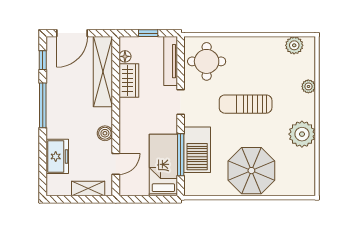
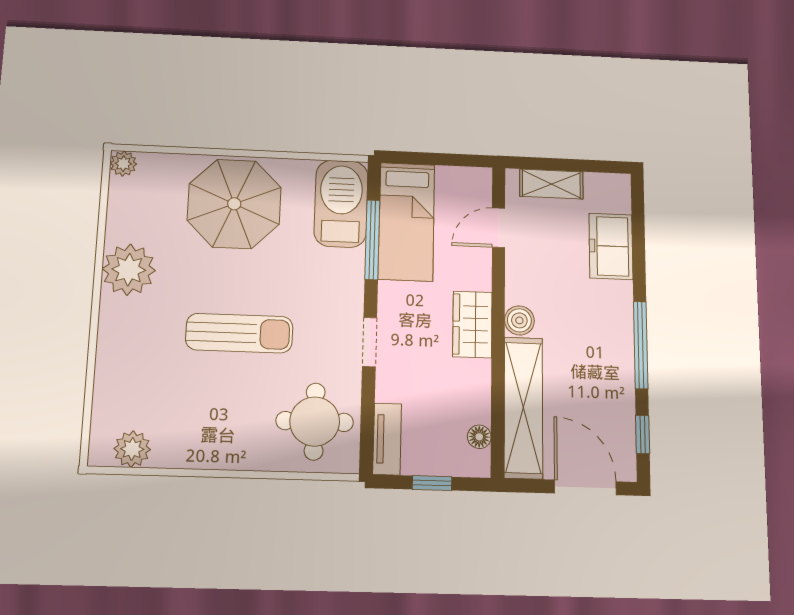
door: (72, 33) -> (585, 487), hinge flipped
tv unit: (171, 61) -> (387, 439), width x0.71
wardrobe: (129, 80) -> (472, 324), moved
plant: (308, 86) -> (123, 164), moved
boiler: (105, 133) -> (519, 320), moved
barbecue: (197, 150) -> (341, 204), moved

